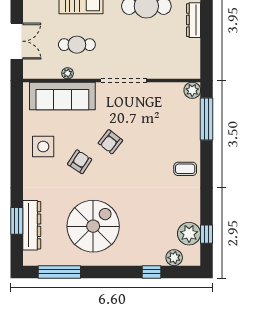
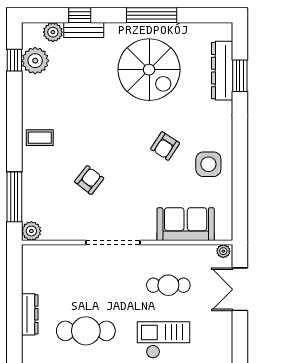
plant: (68, 73) -> (223, 251), moved
sofa: (62, 96) -> (186, 224), width x0.73
armchair: (110, 142) -> (89, 180), moved
spiral stairs: (93, 226) -> (149, 70), turned -90
bench: (148, 259) -> (84, 30), added
window: (59, 272) -> (152, 15), moved

